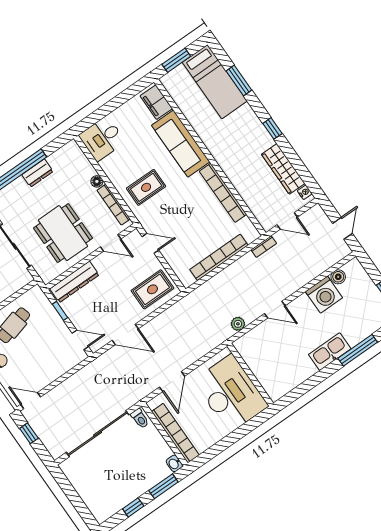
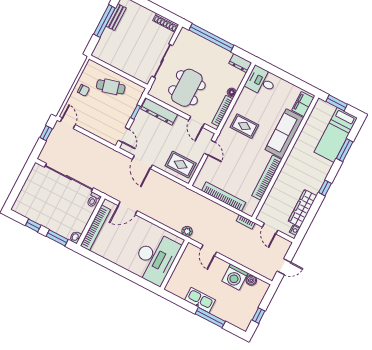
dresser: (37, 173) -> (240, 63), moved
wall: (250, 375) -> (174, 265), moved
desk: (231, 393) -> (155, 258), moved

